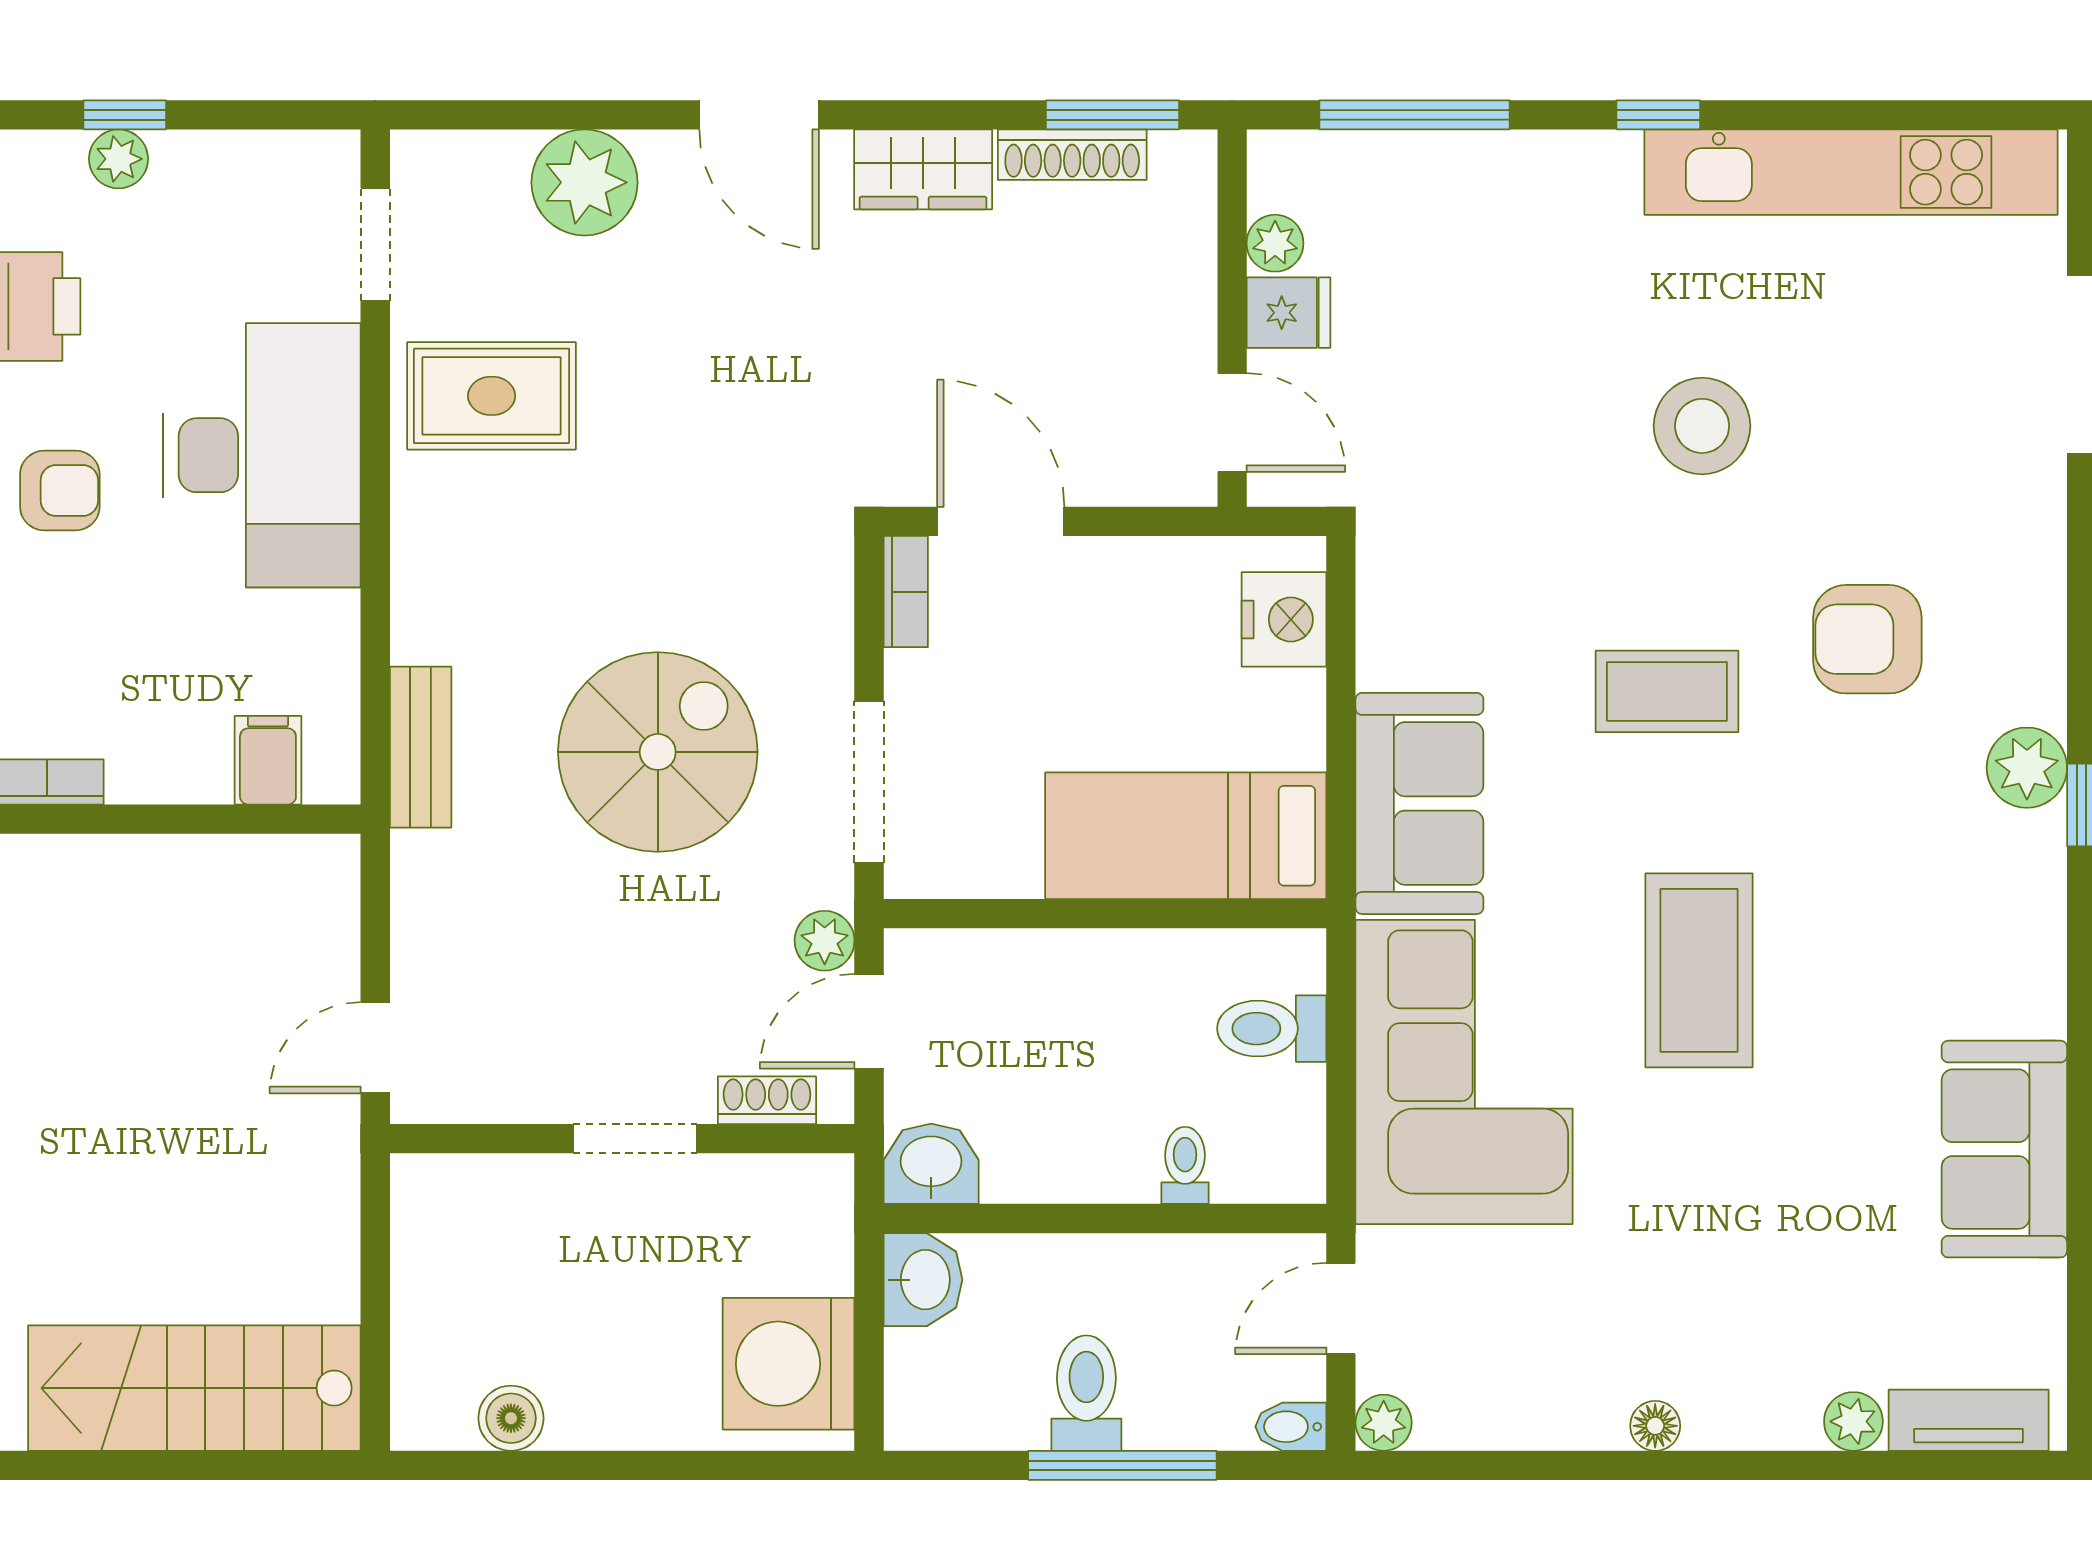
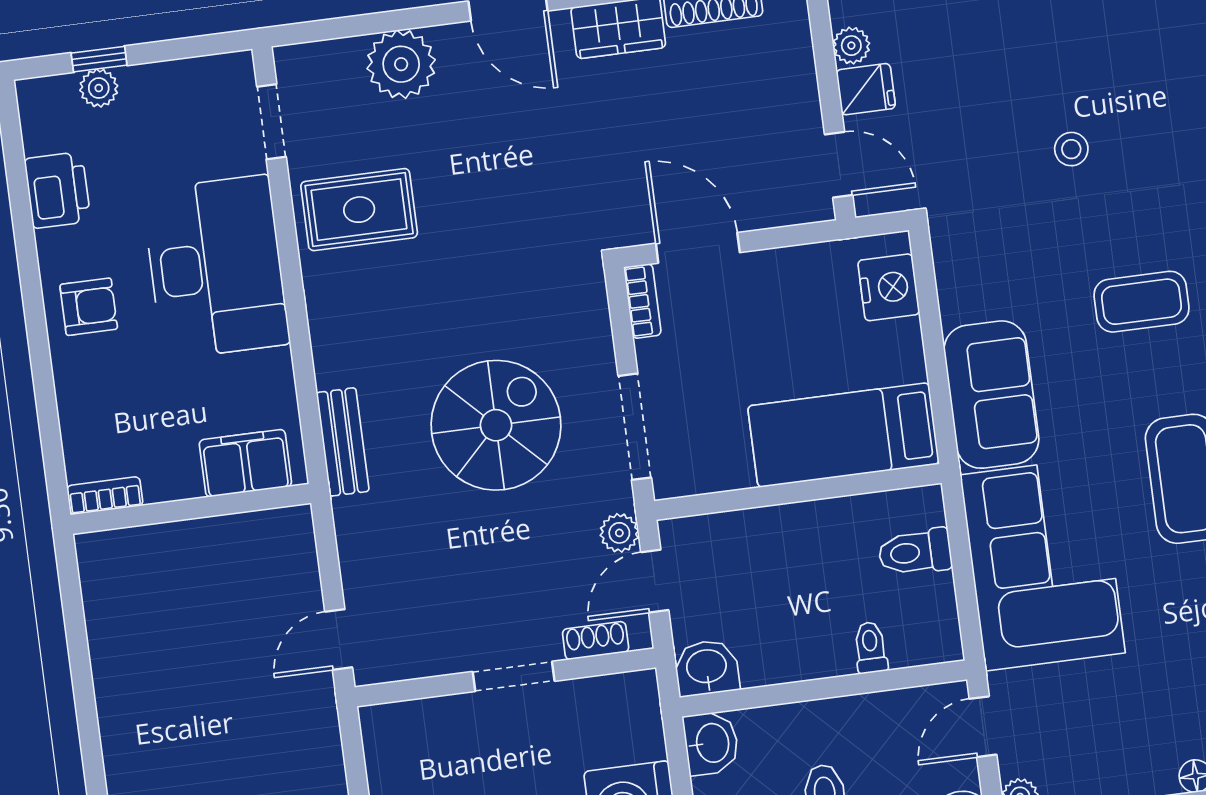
stool: (1702, 426) -> (1071, 149), moved, width x0.53, depth x0.53
filing cabinet: (268, 760) -> (245, 463), width x2.00

